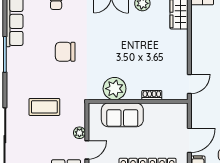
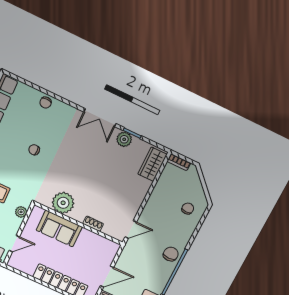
chair: (65, 52) -> (34, 150), width x0.54, depth x0.54
plant: (79, 133) -> (21, 212), moved

